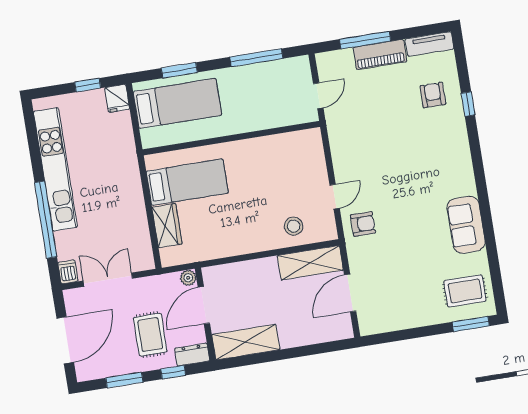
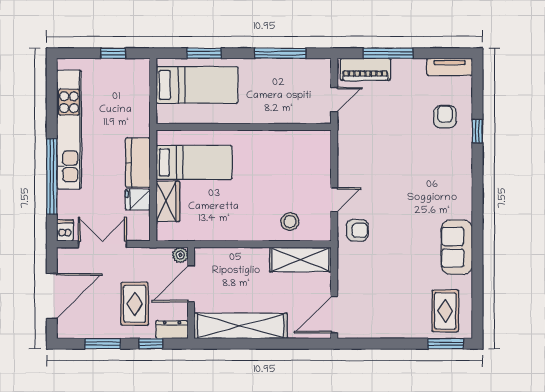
piano: (380, 54) -> (365, 69), moved
fridge: (117, 98) -> (138, 200), moved, turned 90
kitchen counter: (130, 192) -> (138, 163), added
rug: (465, 291) -> (445, 311), turned 90
door: (350, 293) -> (334, 315), moved
shelving: (246, 342) -> (241, 326), width x1.47

